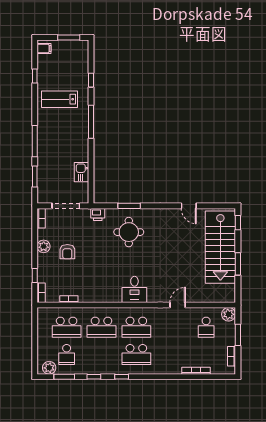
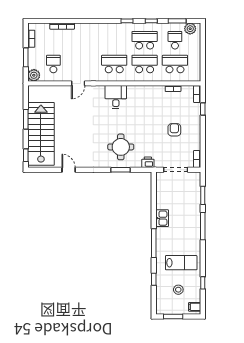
stool: (63, 68) -> (178, 290), added
kitchen sink: (81, 172) -> (162, 218), moved
plant: (44, 246) -> (195, 134), removed
school desk: (136, 355) -> (145, 40), moved

